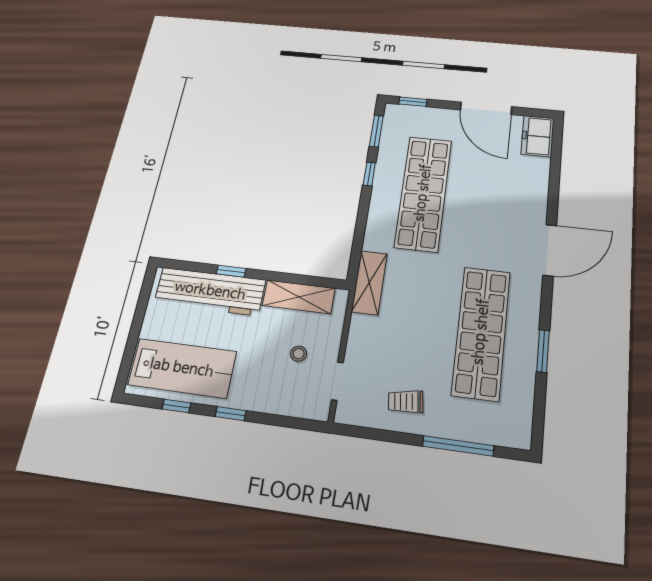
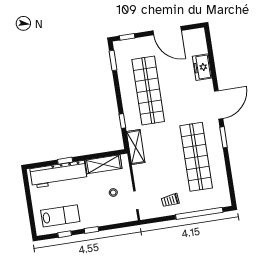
freezer: (538, 136) -> (202, 67), moved
window: (369, 174) -> (122, 121), moved
window: (543, 351) -> (224, 137), moved
lab bench: (182, 368) -> (60, 216), width x0.73, depth x0.72
window: (458, 446) -> (199, 213), width x1.46

